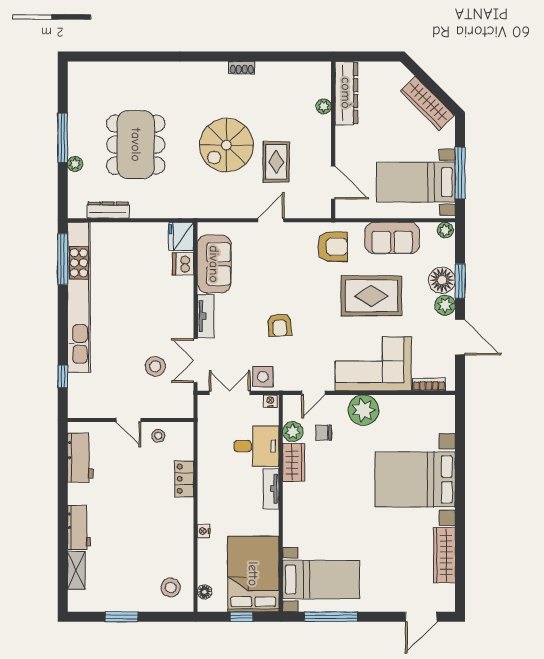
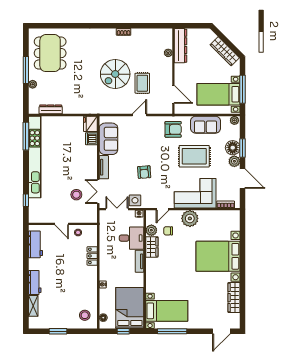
dining table: (136, 145) -> (50, 53), moved

